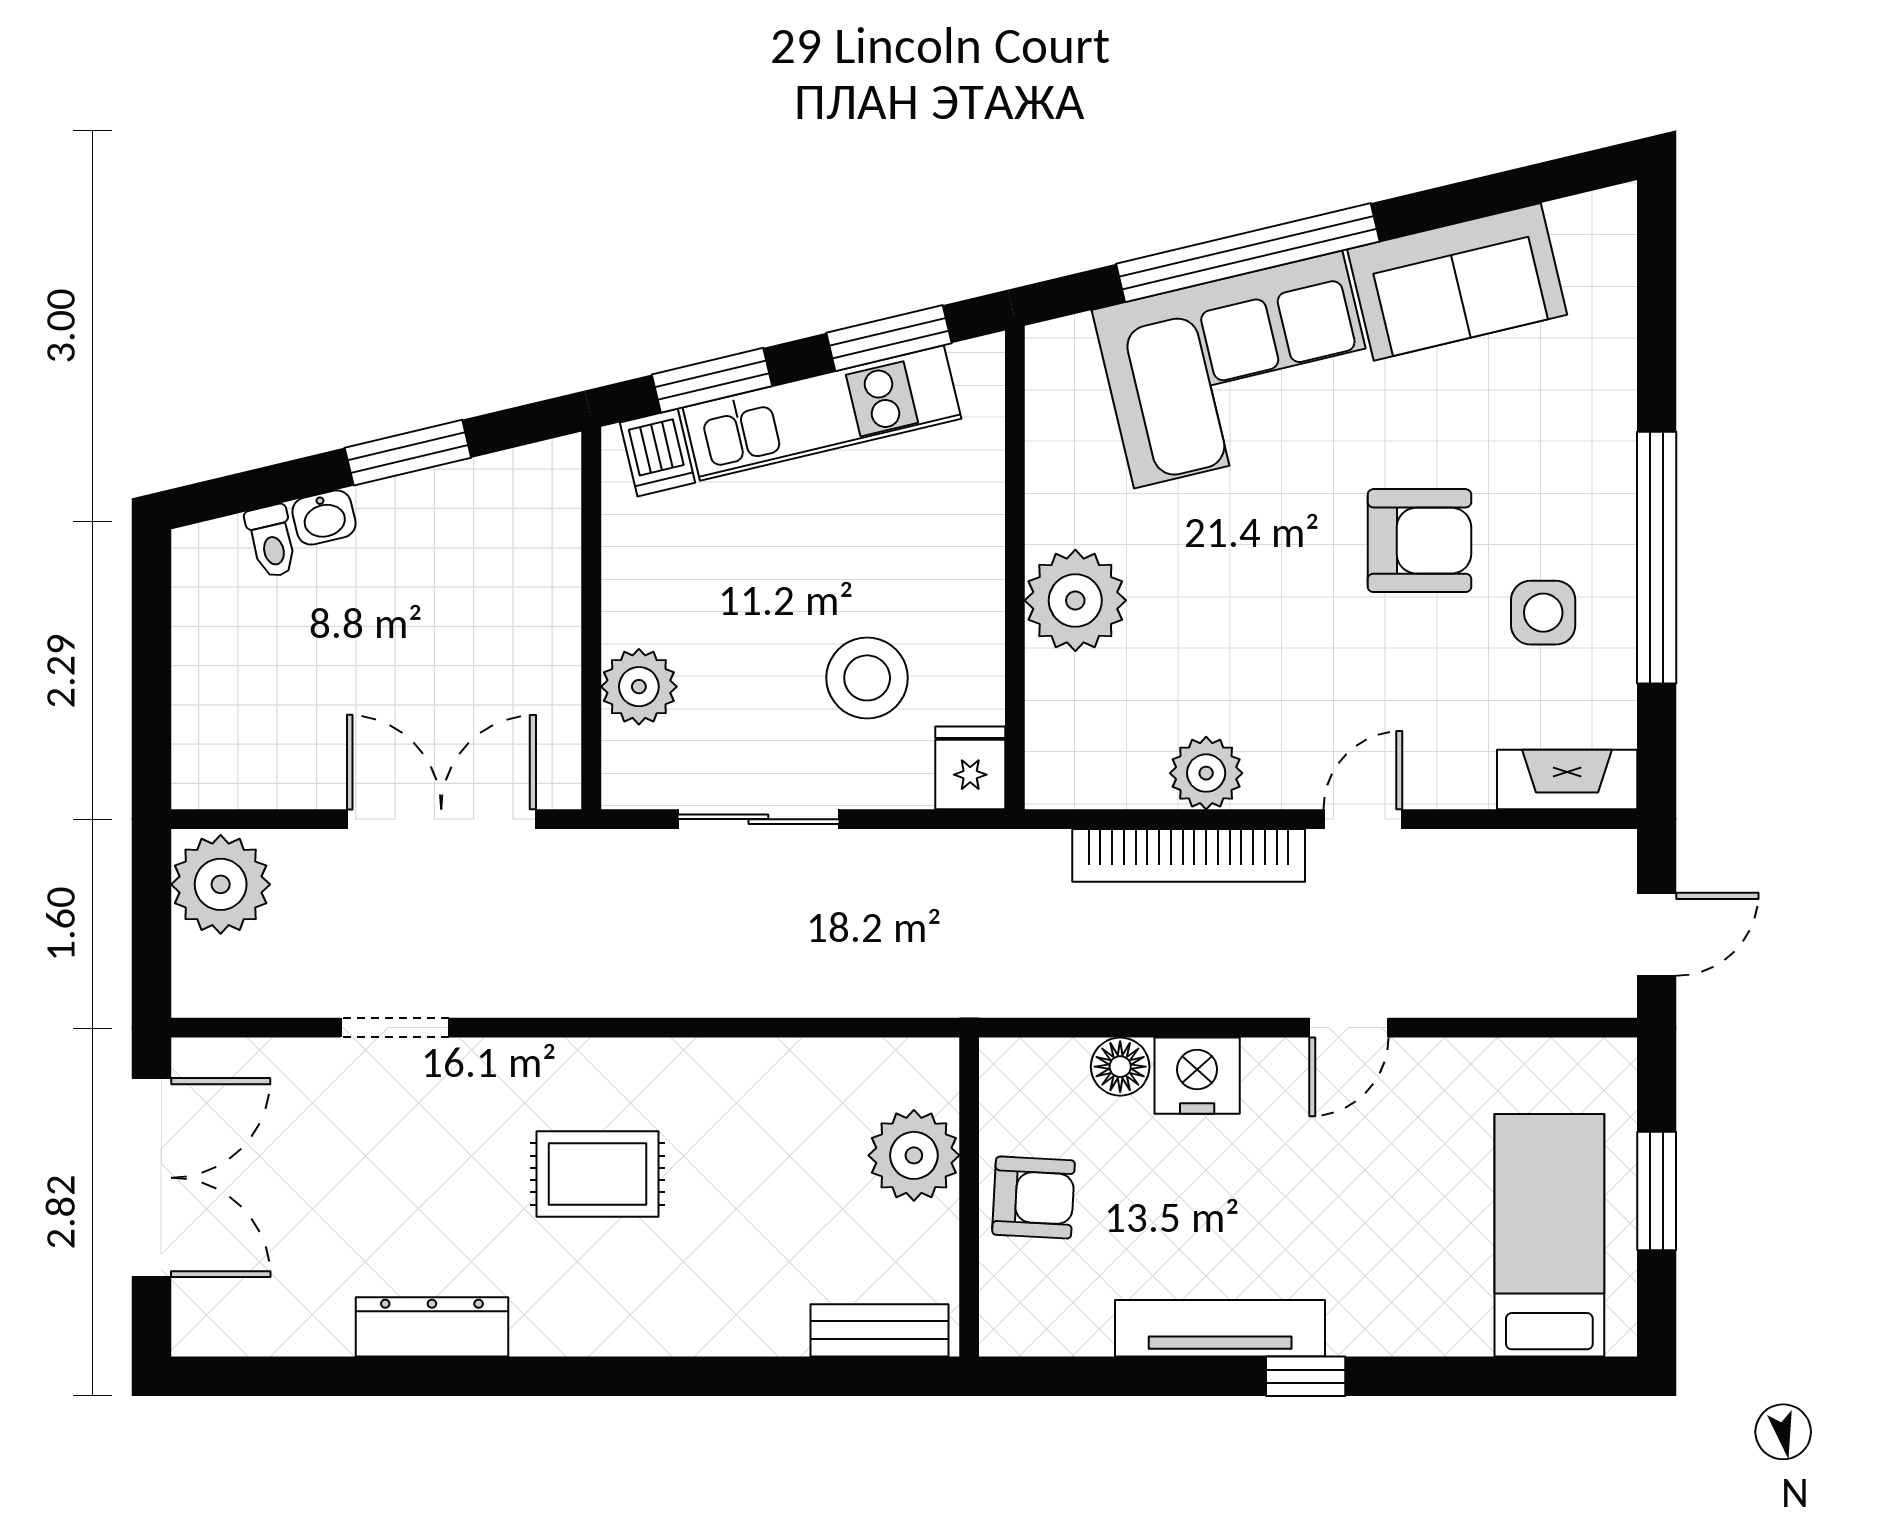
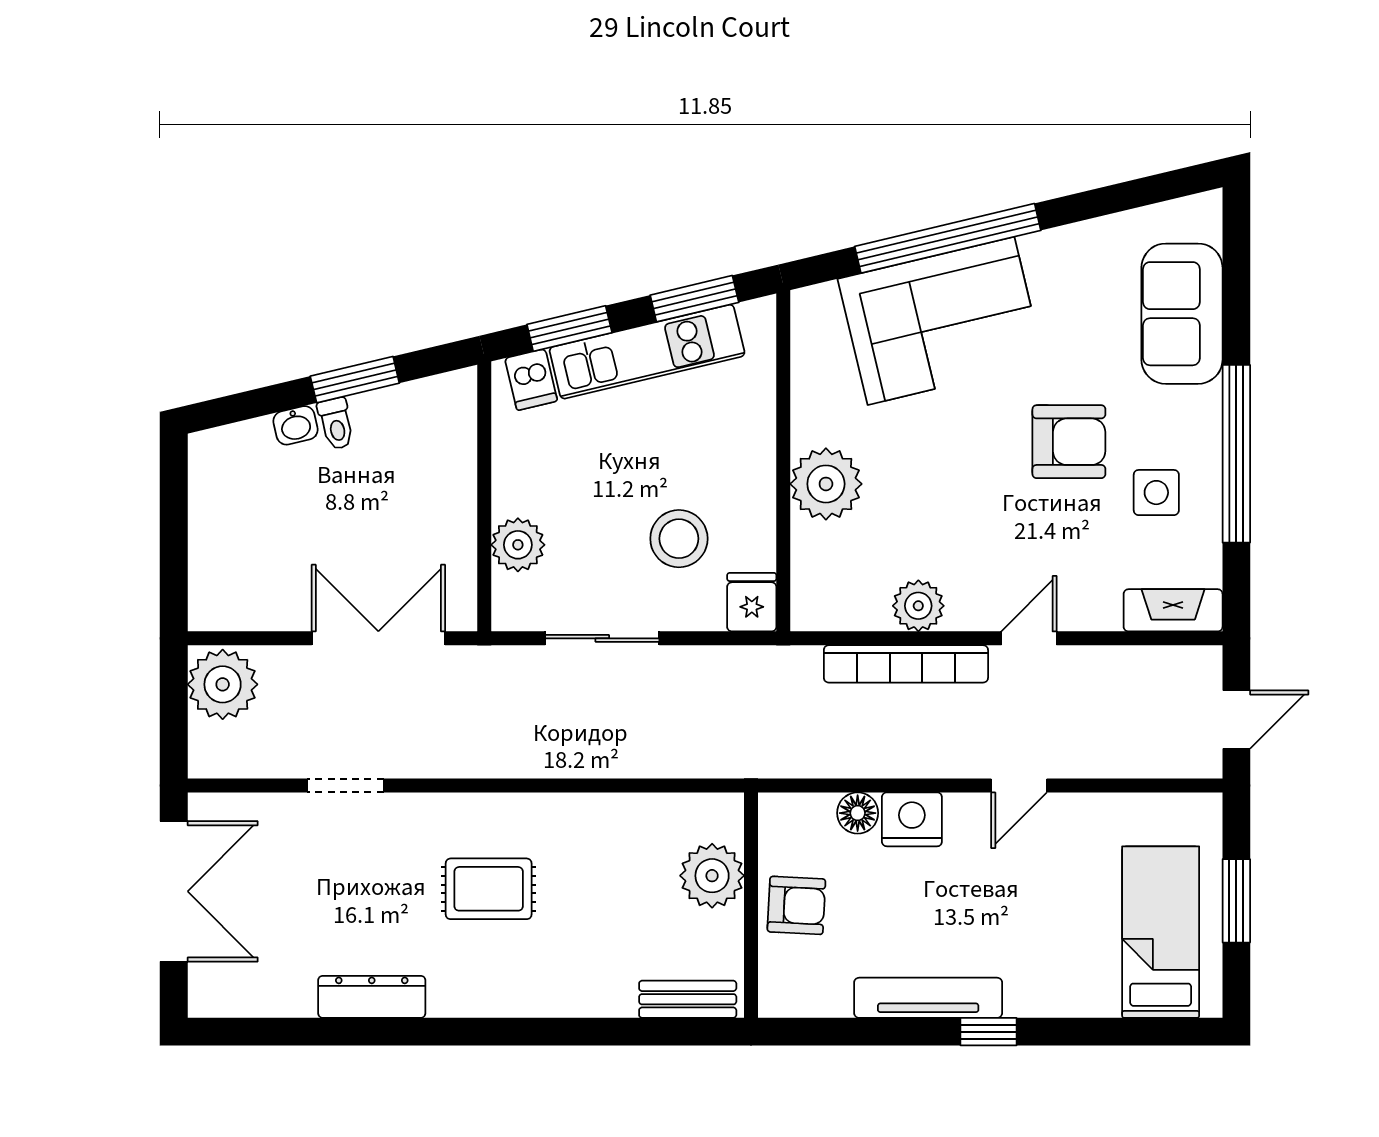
sofa: (1457, 282) -> (1182, 314), moved, turned 103
toilet: (272, 541) -> (336, 424), moved

